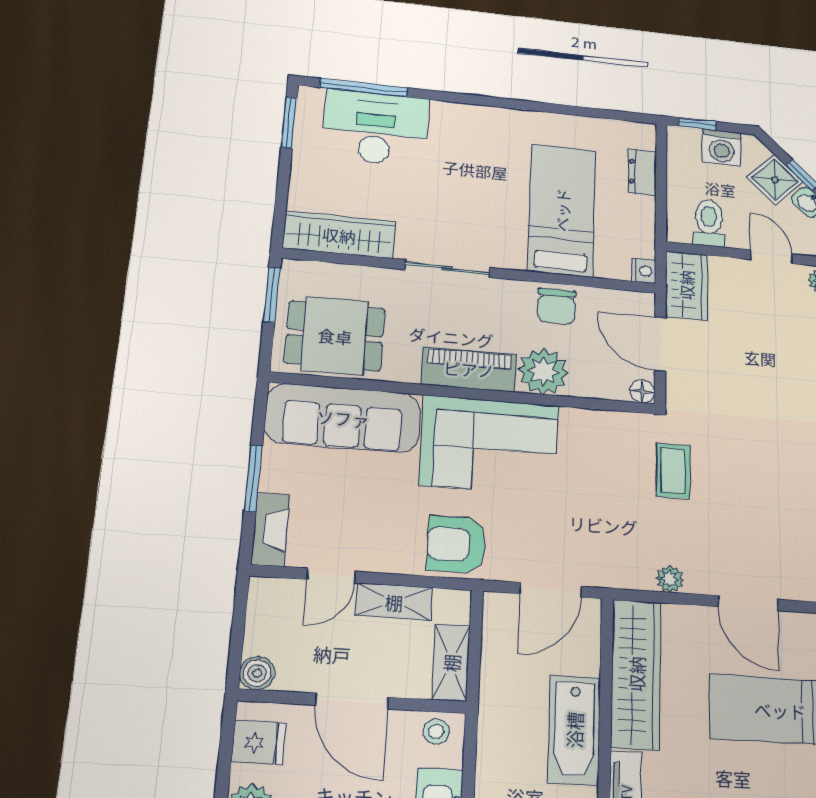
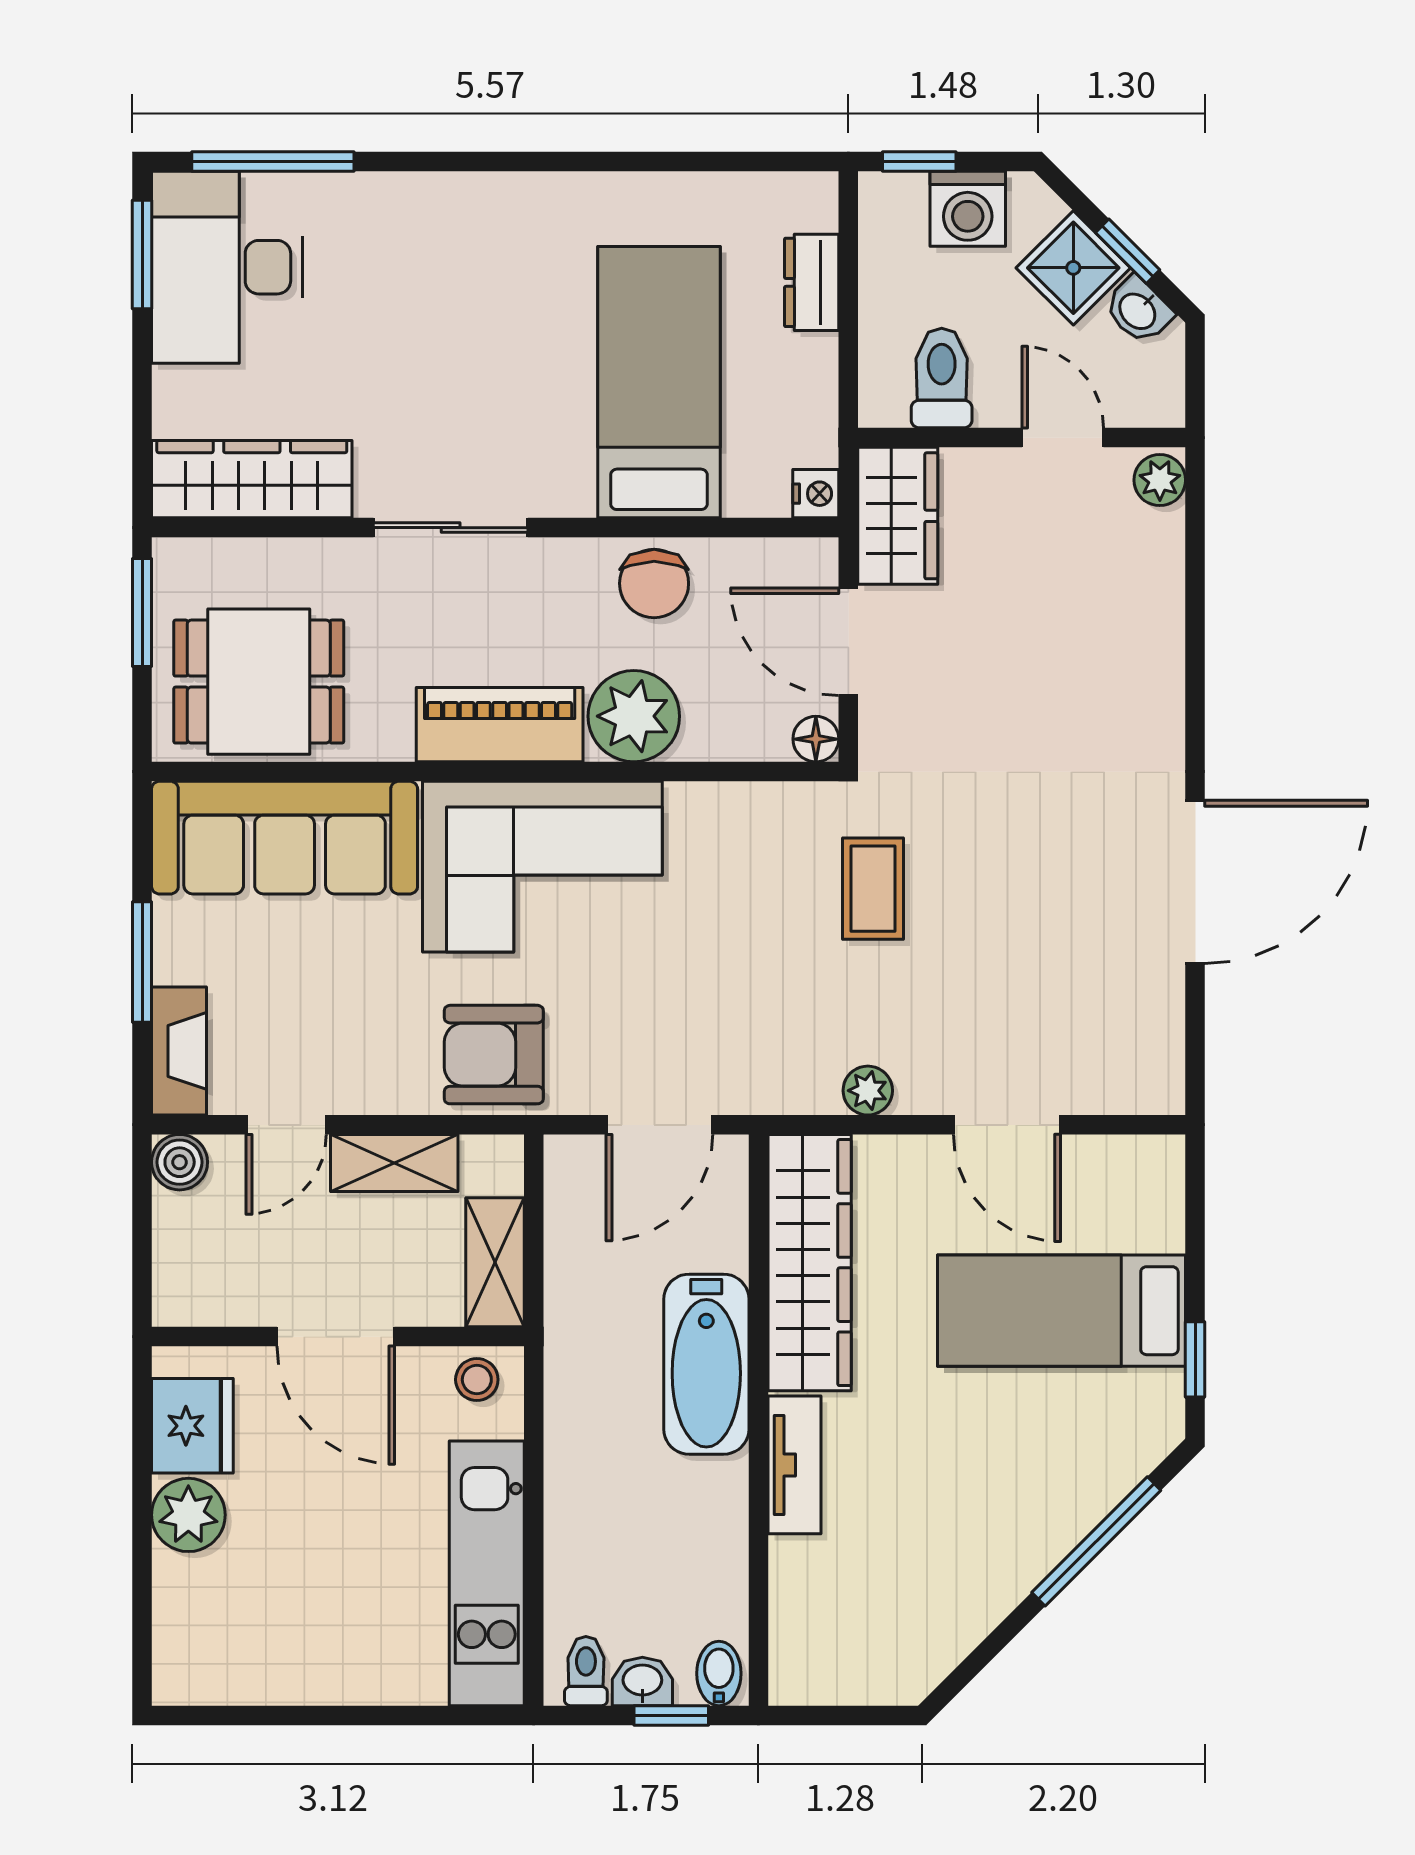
desk: (375, 128) -> (227, 267), moved, turned -90
boiler: (257, 673) -> (180, 1162), moved
fridge: (259, 743) -> (192, 1426), width x1.38

